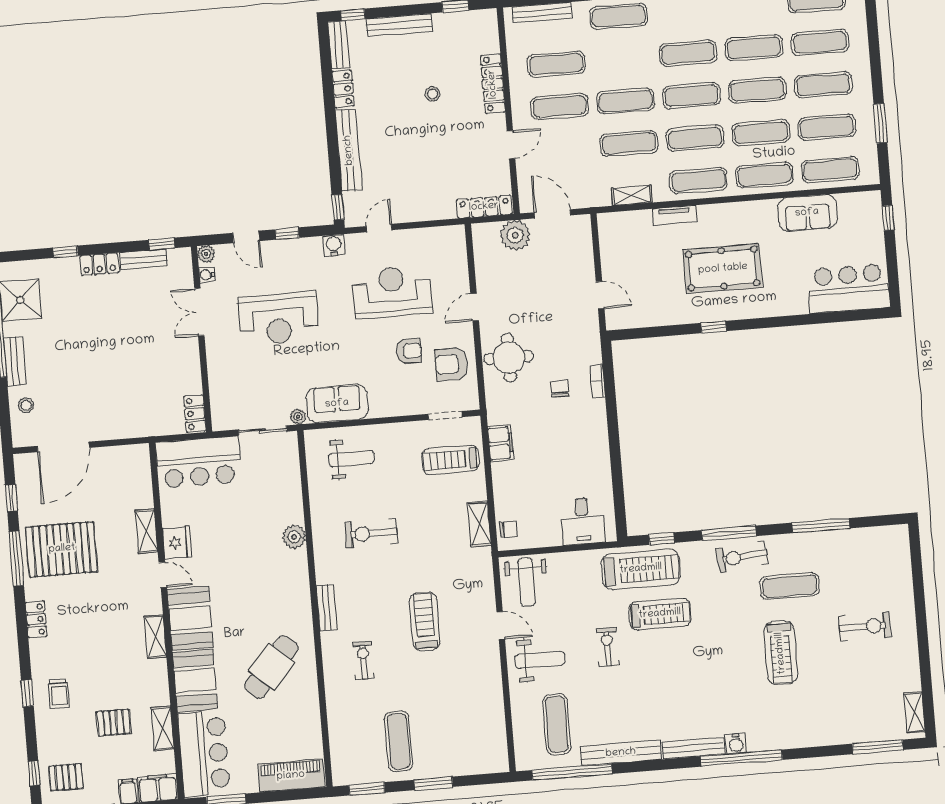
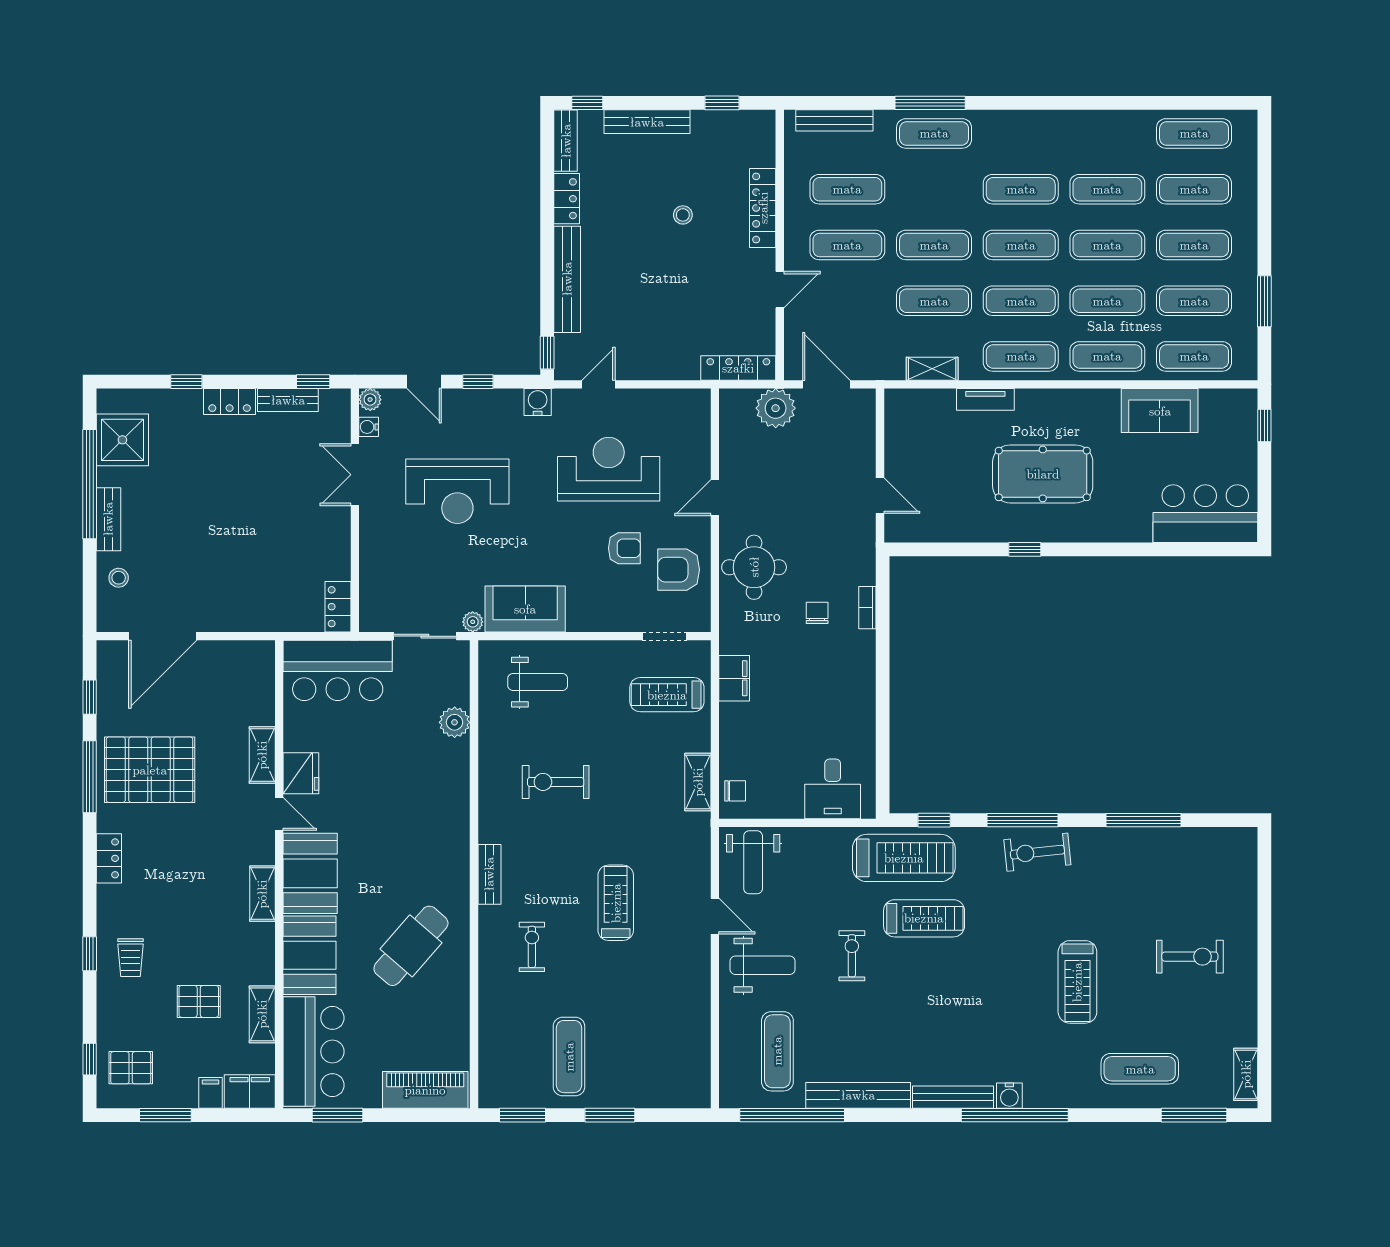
plant: (294, 537) -> (455, 722), moved
exercise mat: (790, 586) -> (1140, 1069), moved

